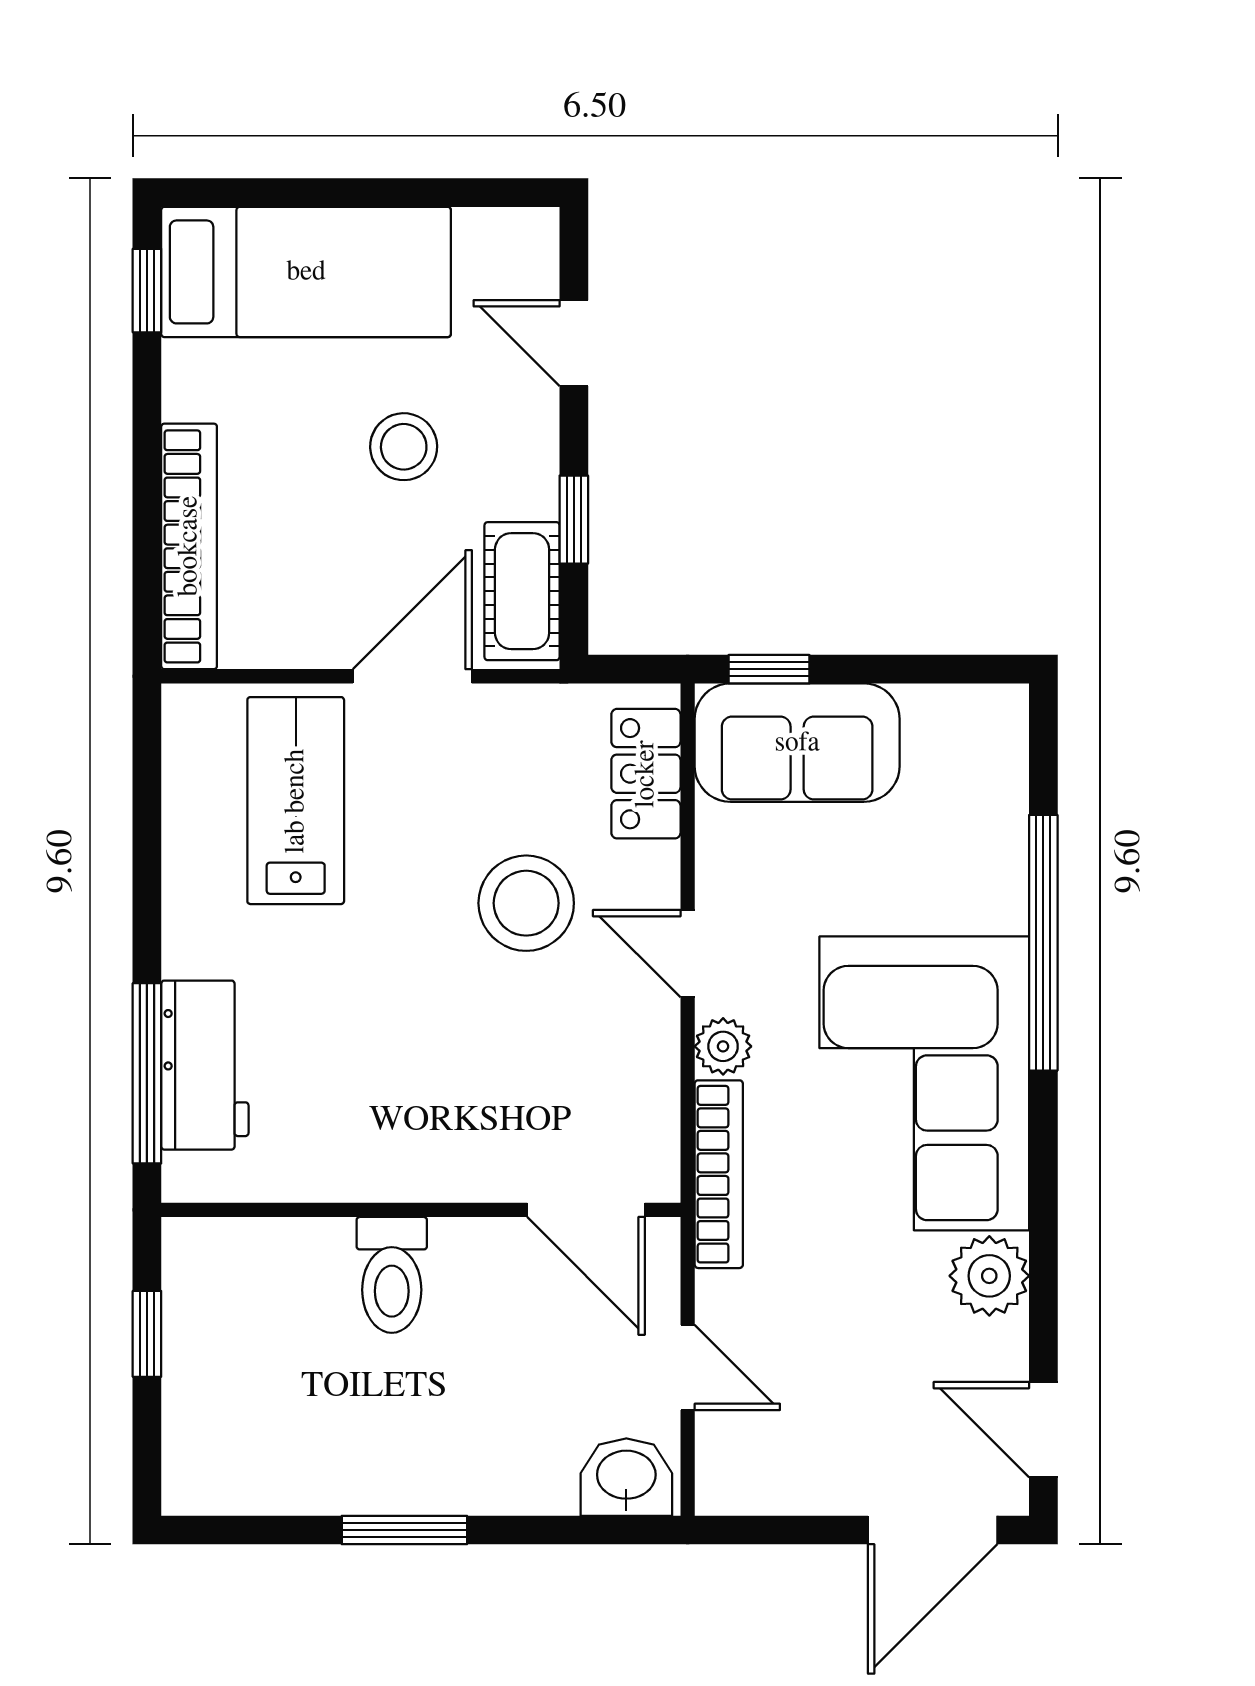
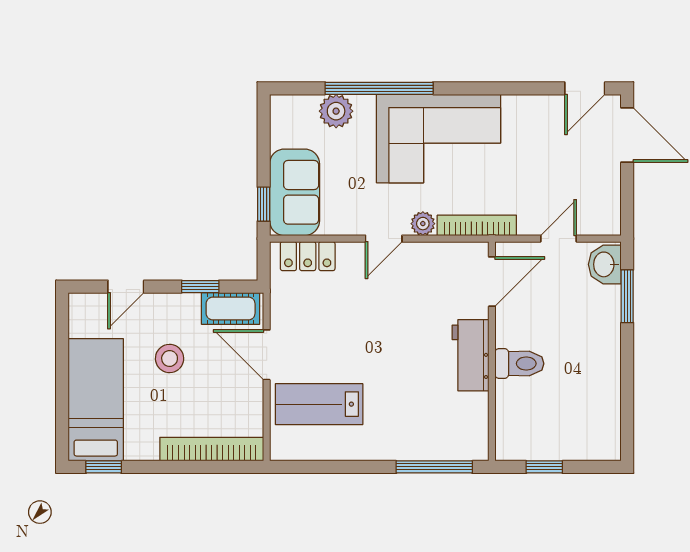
stool: (526, 903) -> (362, 307), removed
workbench: (205, 1065) -> (470, 355), moved, turned -90
plant: (989, 1276) -> (336, 111), moved
window: (404, 1530) -> (627, 296), moved

